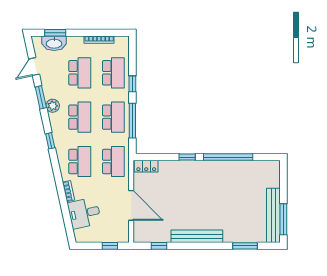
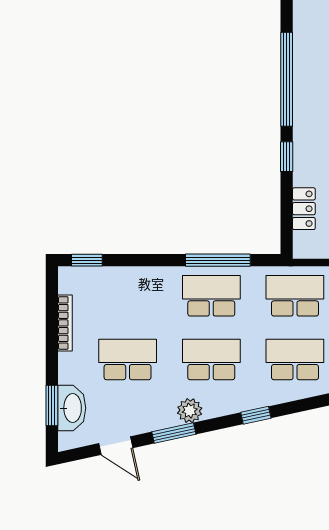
school desk: (113, 73) -> (128, 296), removed
window: (132, 84) -> (87, 260), moved
locker: (146, 166) -> (304, 209), moved

